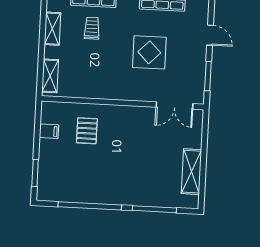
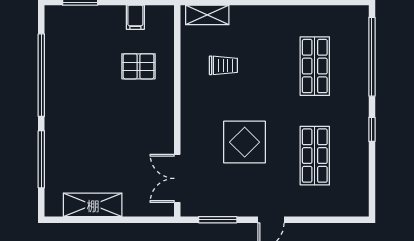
trolley: (92, 28) -> (223, 65), moved
shelving: (52, 29) -> (269, 15), removed

